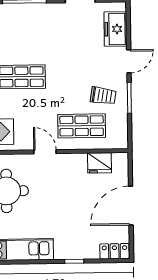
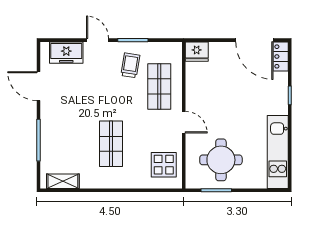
door: (45, 152) -> (184, 122), swing flipped
fridge: (99, 163) -> (197, 52), moved, turned 90
door: (131, 206) -> (254, 40), moved

